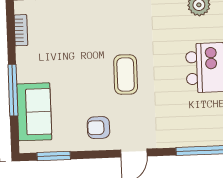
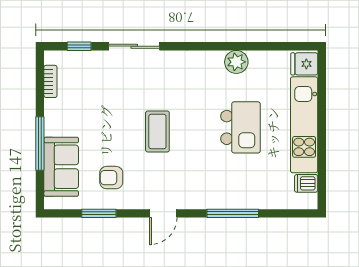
armchair: (98, 128) -> (111, 178), moved
window: (54, 156) -> (99, 213), moved

